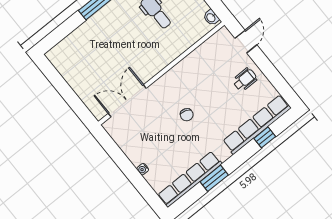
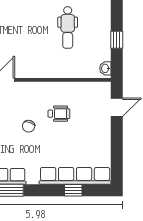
wheelchair: (245, 80) -> (59, 114), moved

